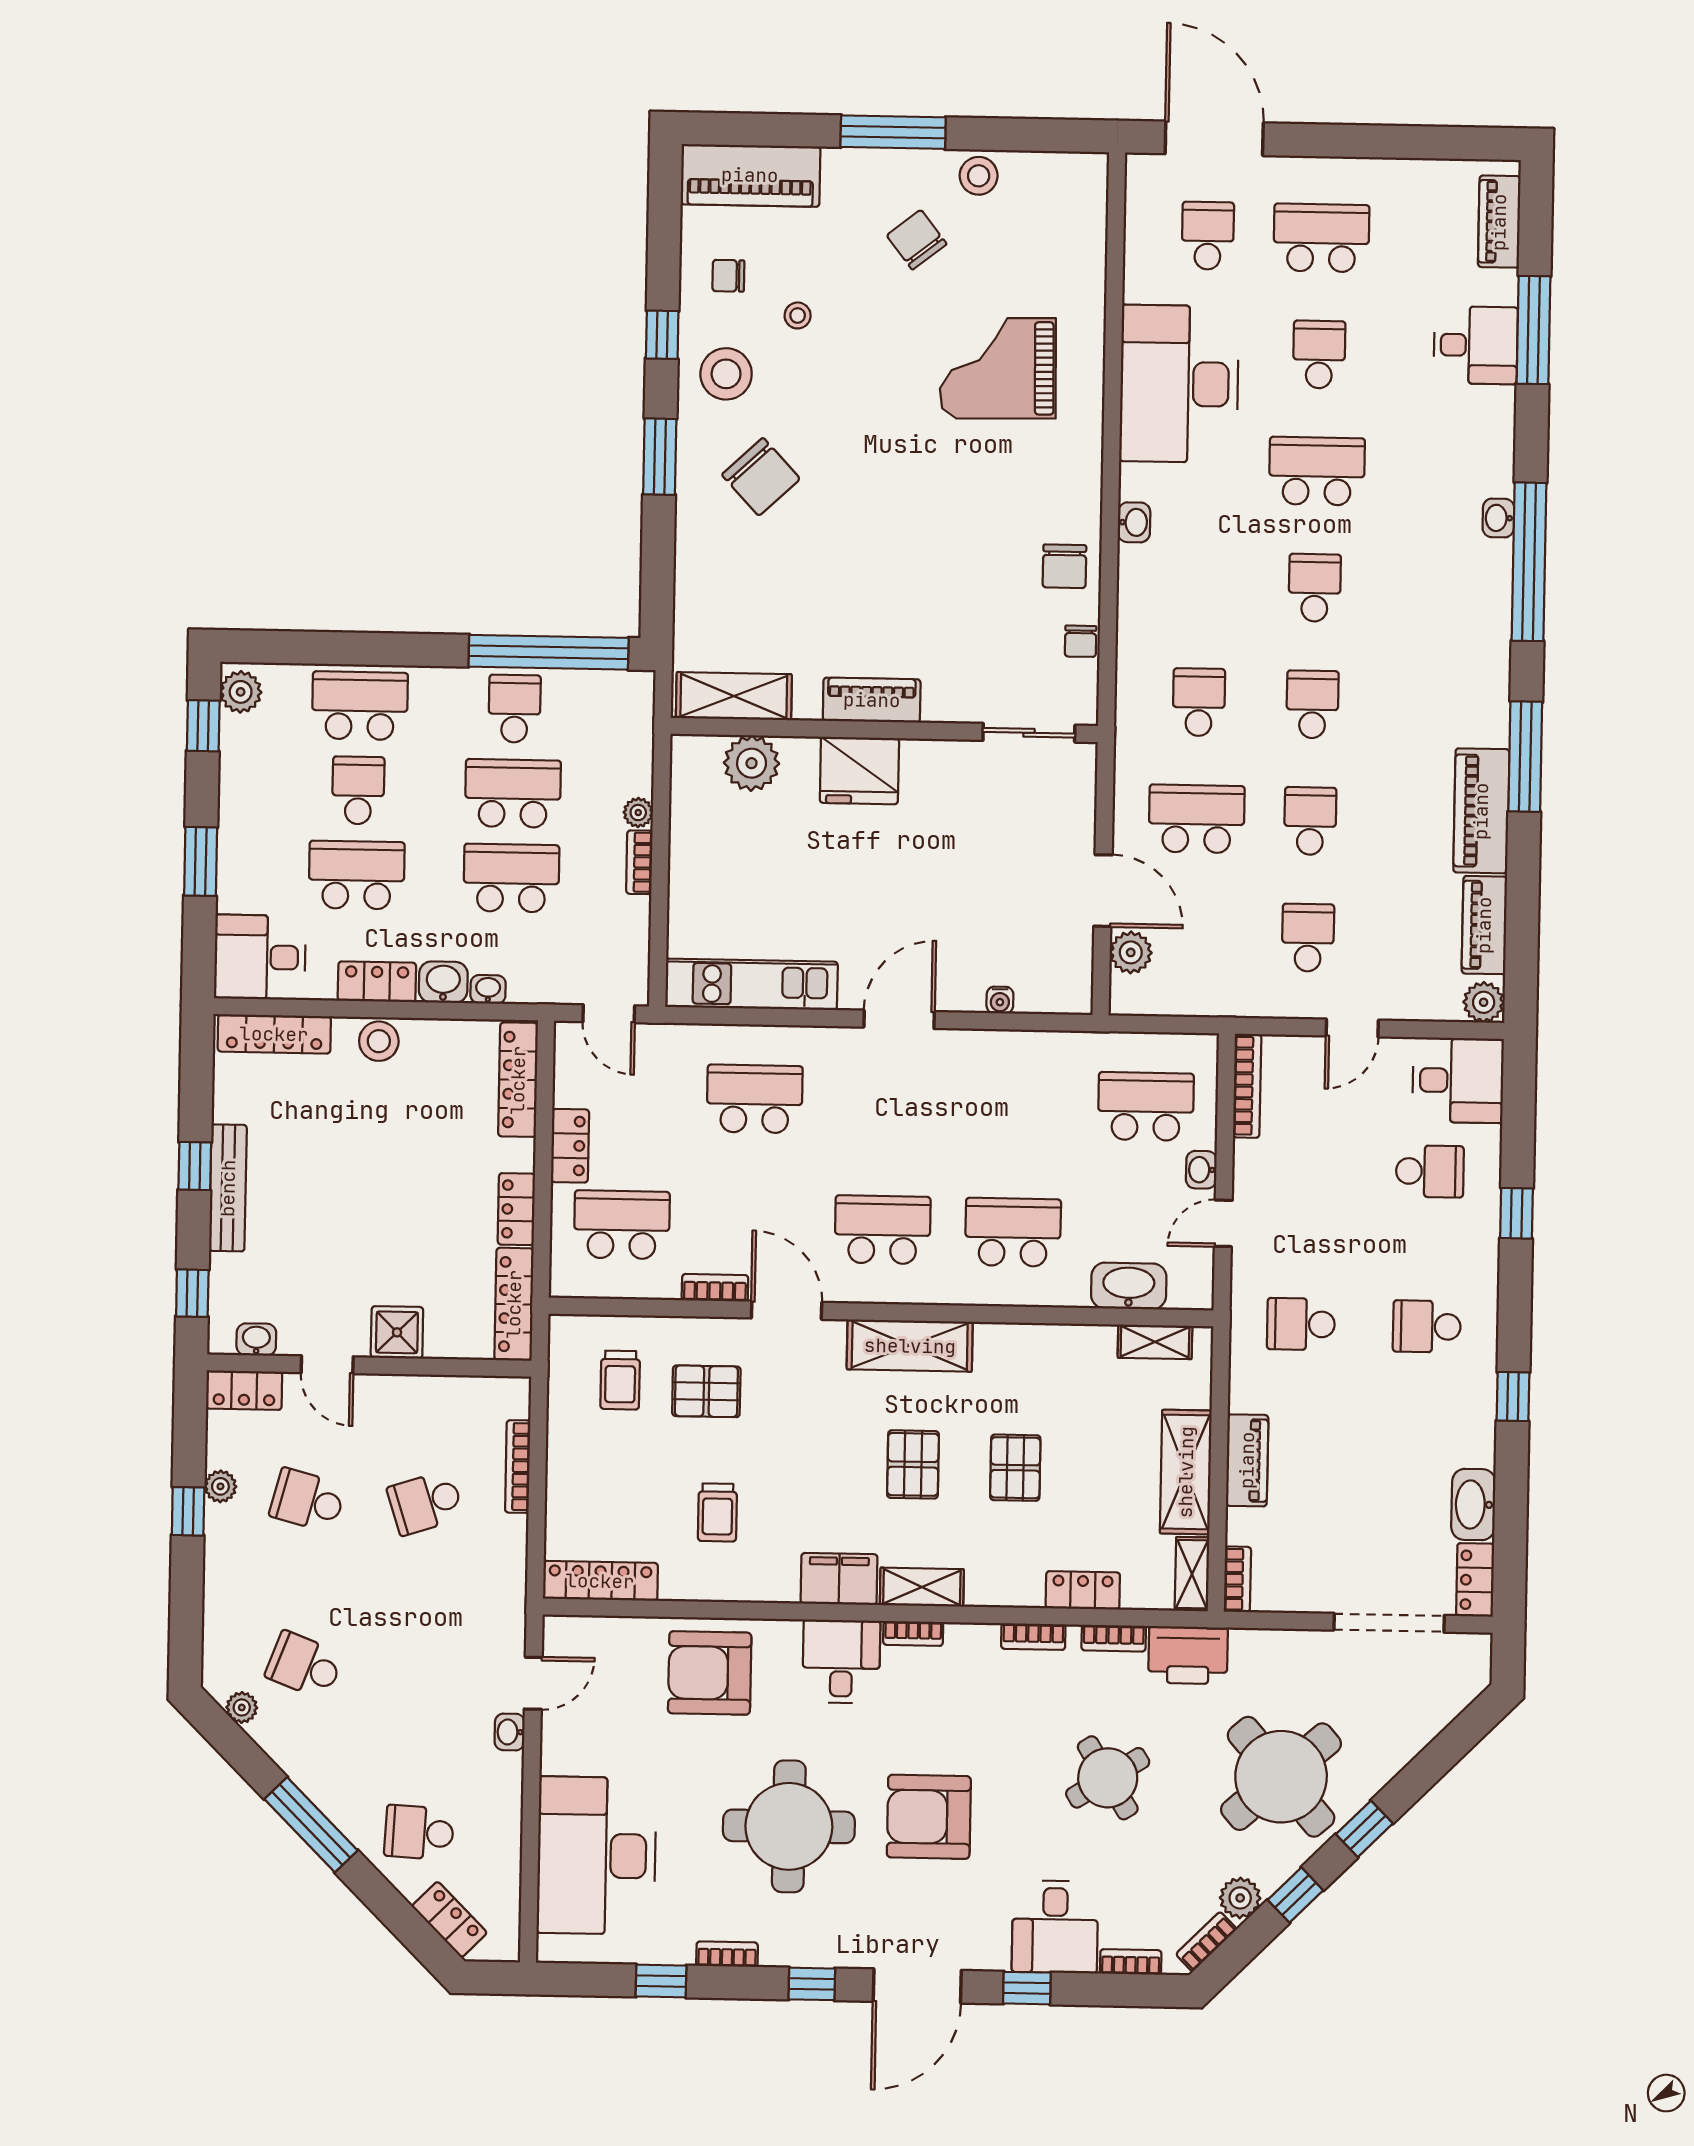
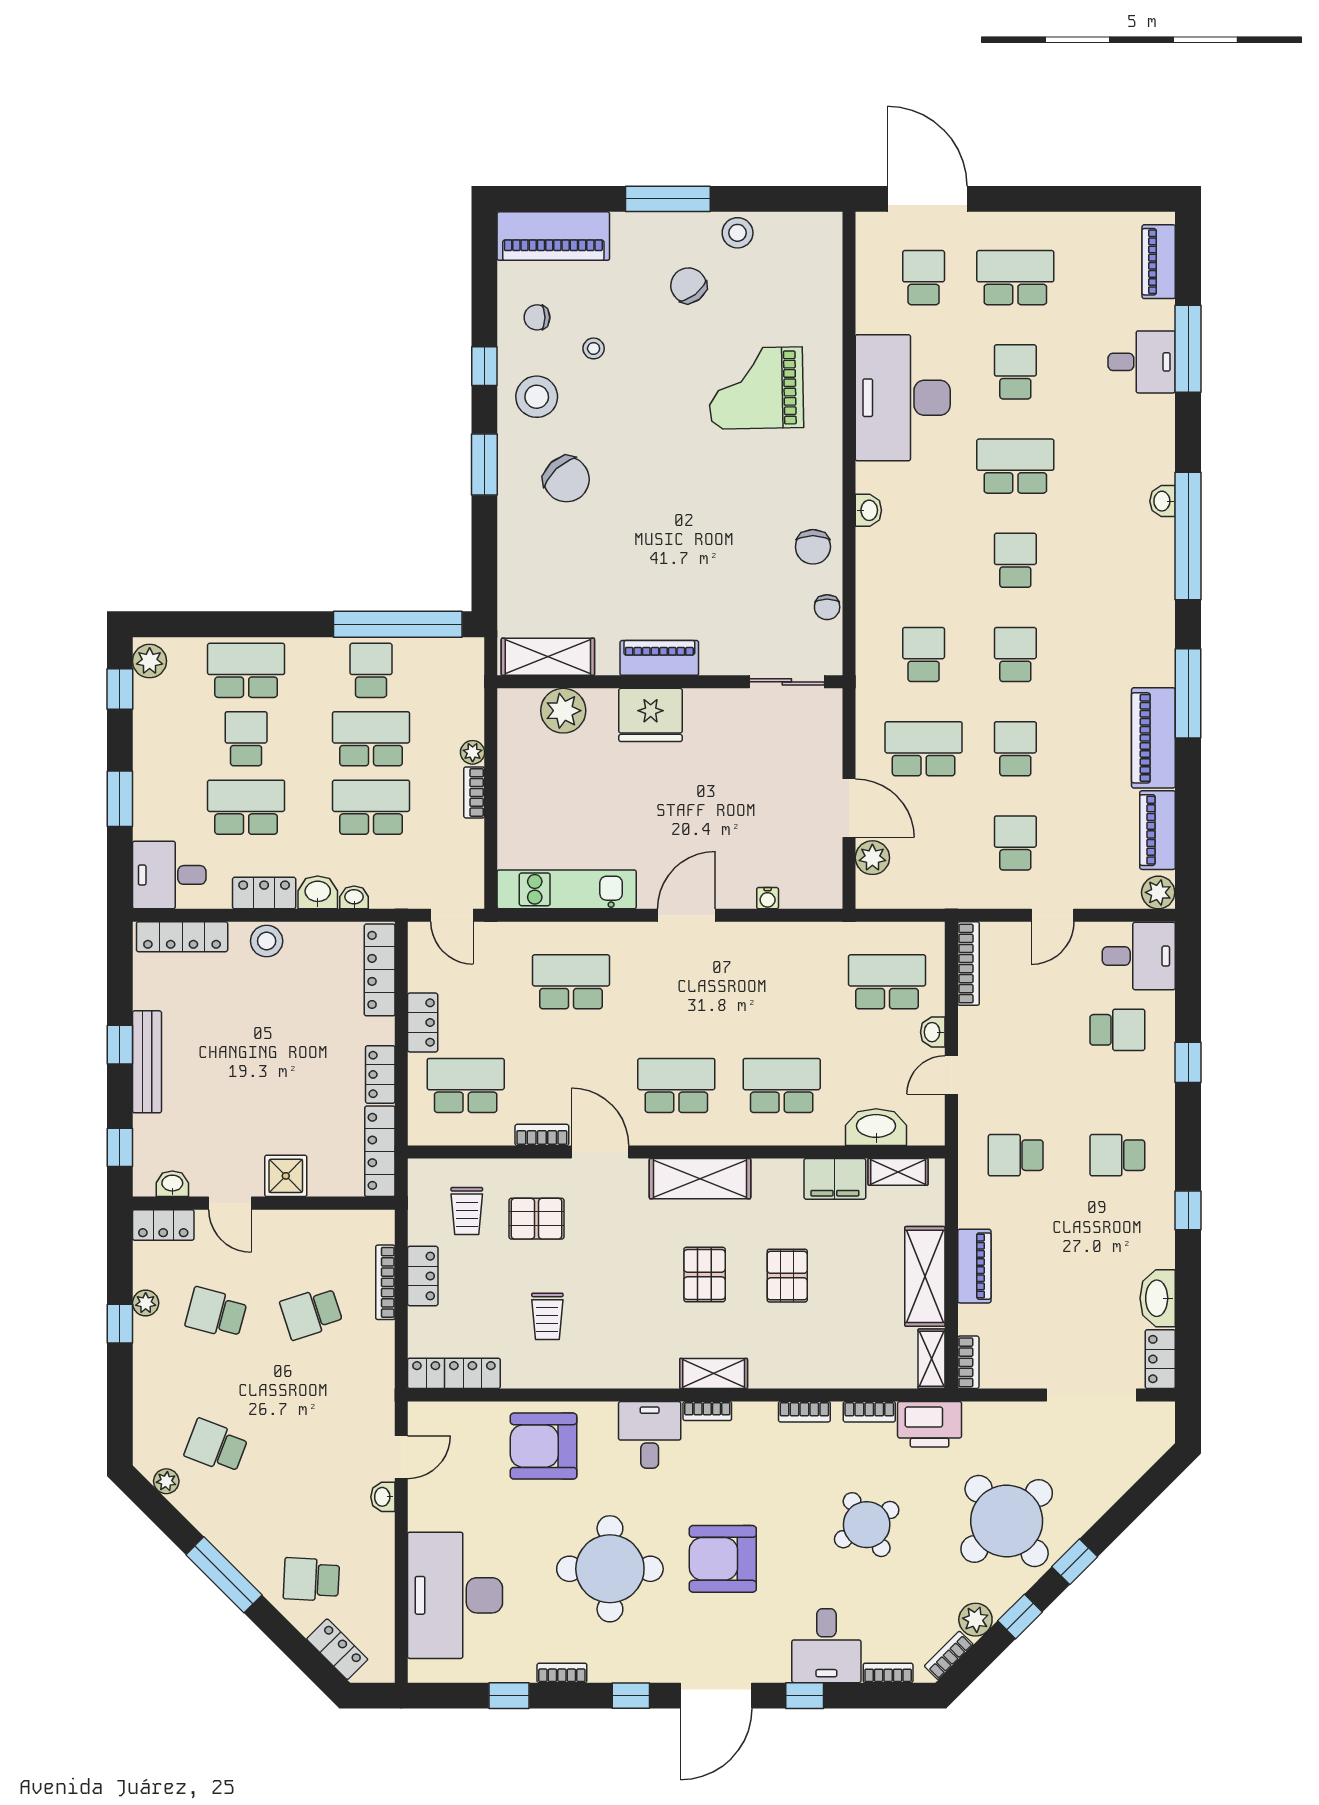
filing cabinet: (839, 1579) -> (835, 1179), moved, turned 180
locker: (1083, 1590) -> (423, 1276), moved, turned 90

